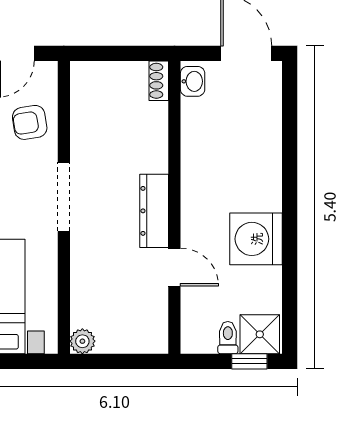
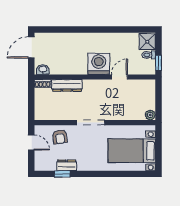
dresser: (154, 211) -> (67, 85), moved
washing machine: (256, 239) -> (99, 64), moved, turned 180
window: (249, 361) -> (158, 63), moved

